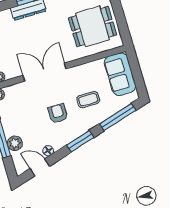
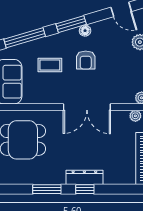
floor lamp: (48, 151) -> (85, 31), moved

